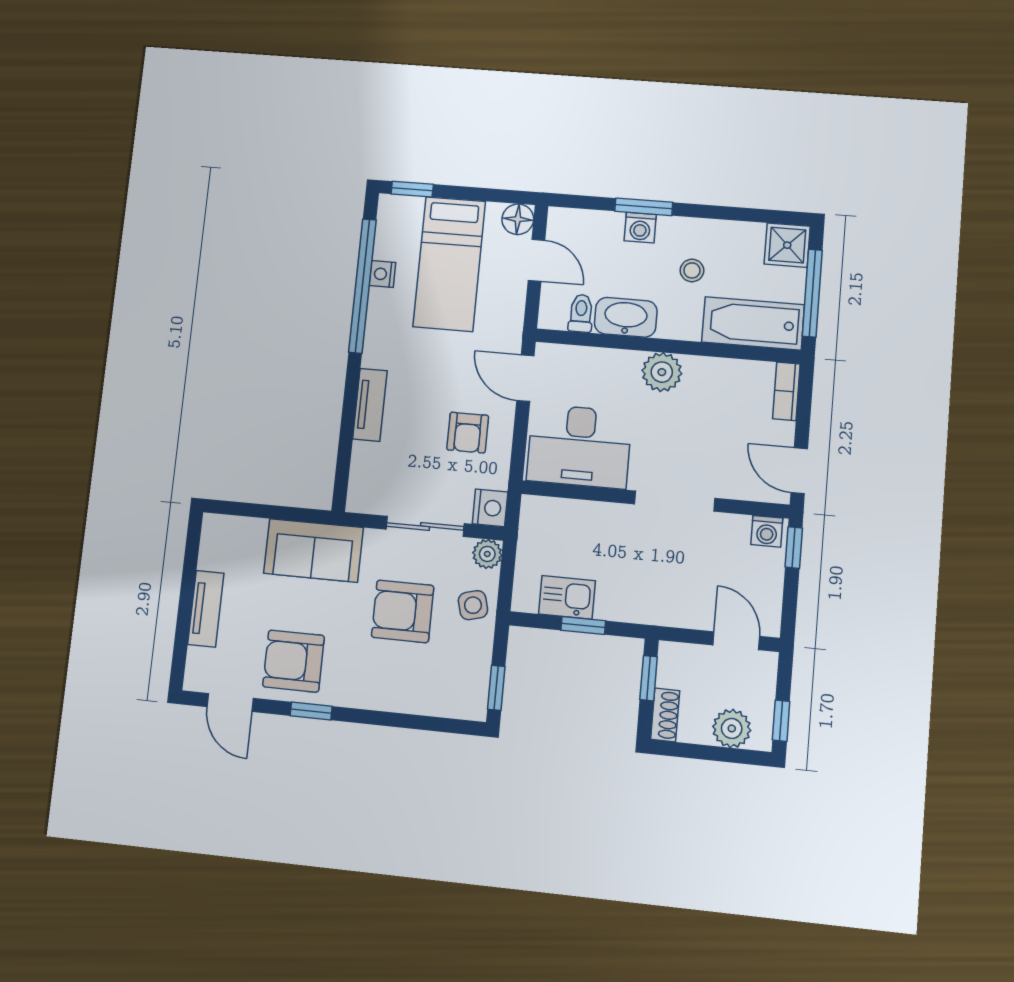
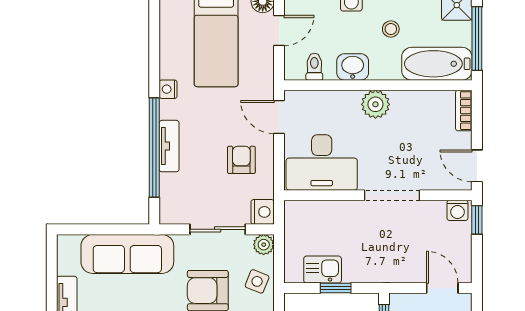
door: (536, 260) -> (279, 31), hinge flipped
nightstand: (382, 274) -> (168, 89), moved
window: (362, 286) -> (154, 148), moved
washbasin: (626, 317) -> (353, 67), width x0.72
armchair: (468, 433) -> (241, 160), turned 180
sofa: (313, 550) -> (127, 254), width x1.36
side table: (473, 605) -> (257, 281), turned 37

